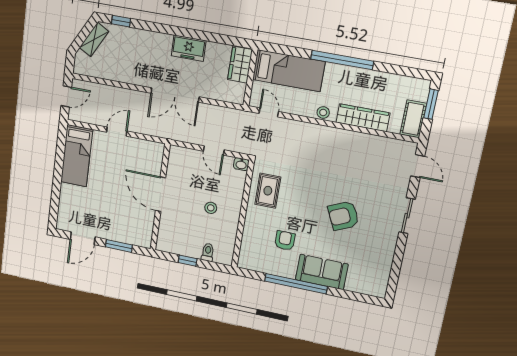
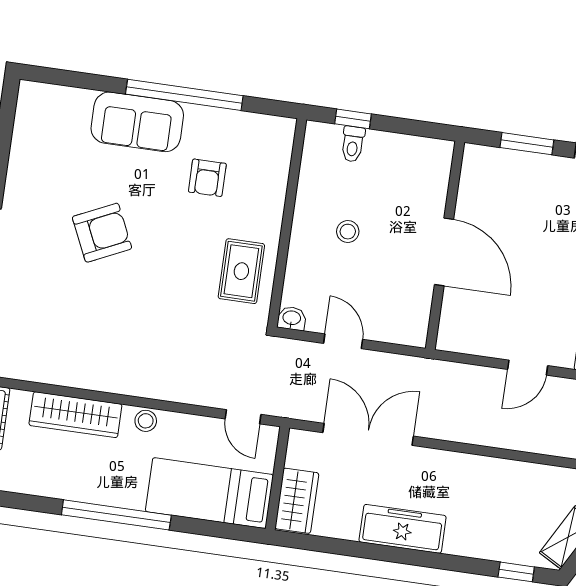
freezer: (189, 48) -> (403, 529), width x1.40
double door: (175, 95) -> (368, 434), moved
window: (188, 261) -> (353, 119), moved

